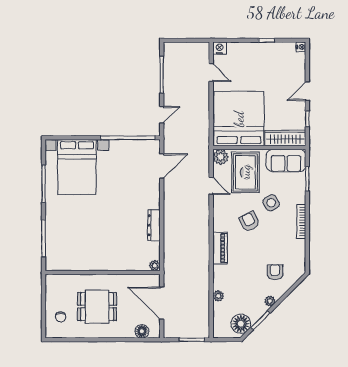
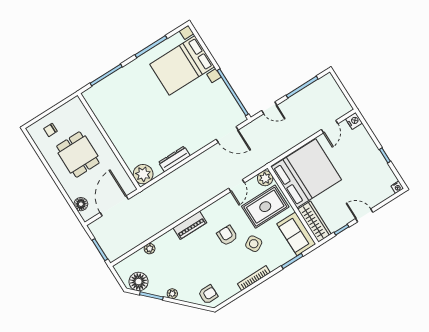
armchair: (249, 221) -> (227, 235), turned -62
plant: (155, 265) -> (143, 174), width x1.87, depth x1.87
armchair: (275, 272) -> (208, 294), moved

